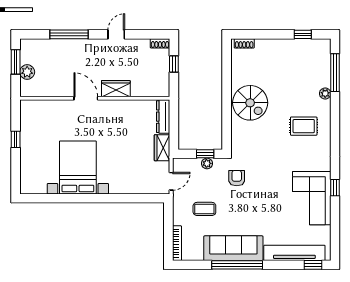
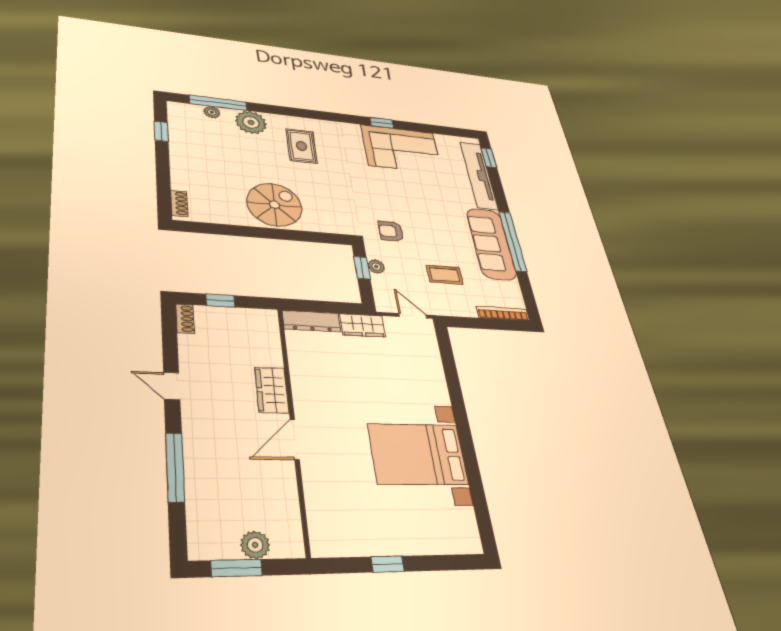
plant: (325, 68) -> (212, 112), added
plant: (325, 93) -> (251, 122), width x1.88, depth x1.88
coffee table: (204, 209) -> (445, 275), turned 90

